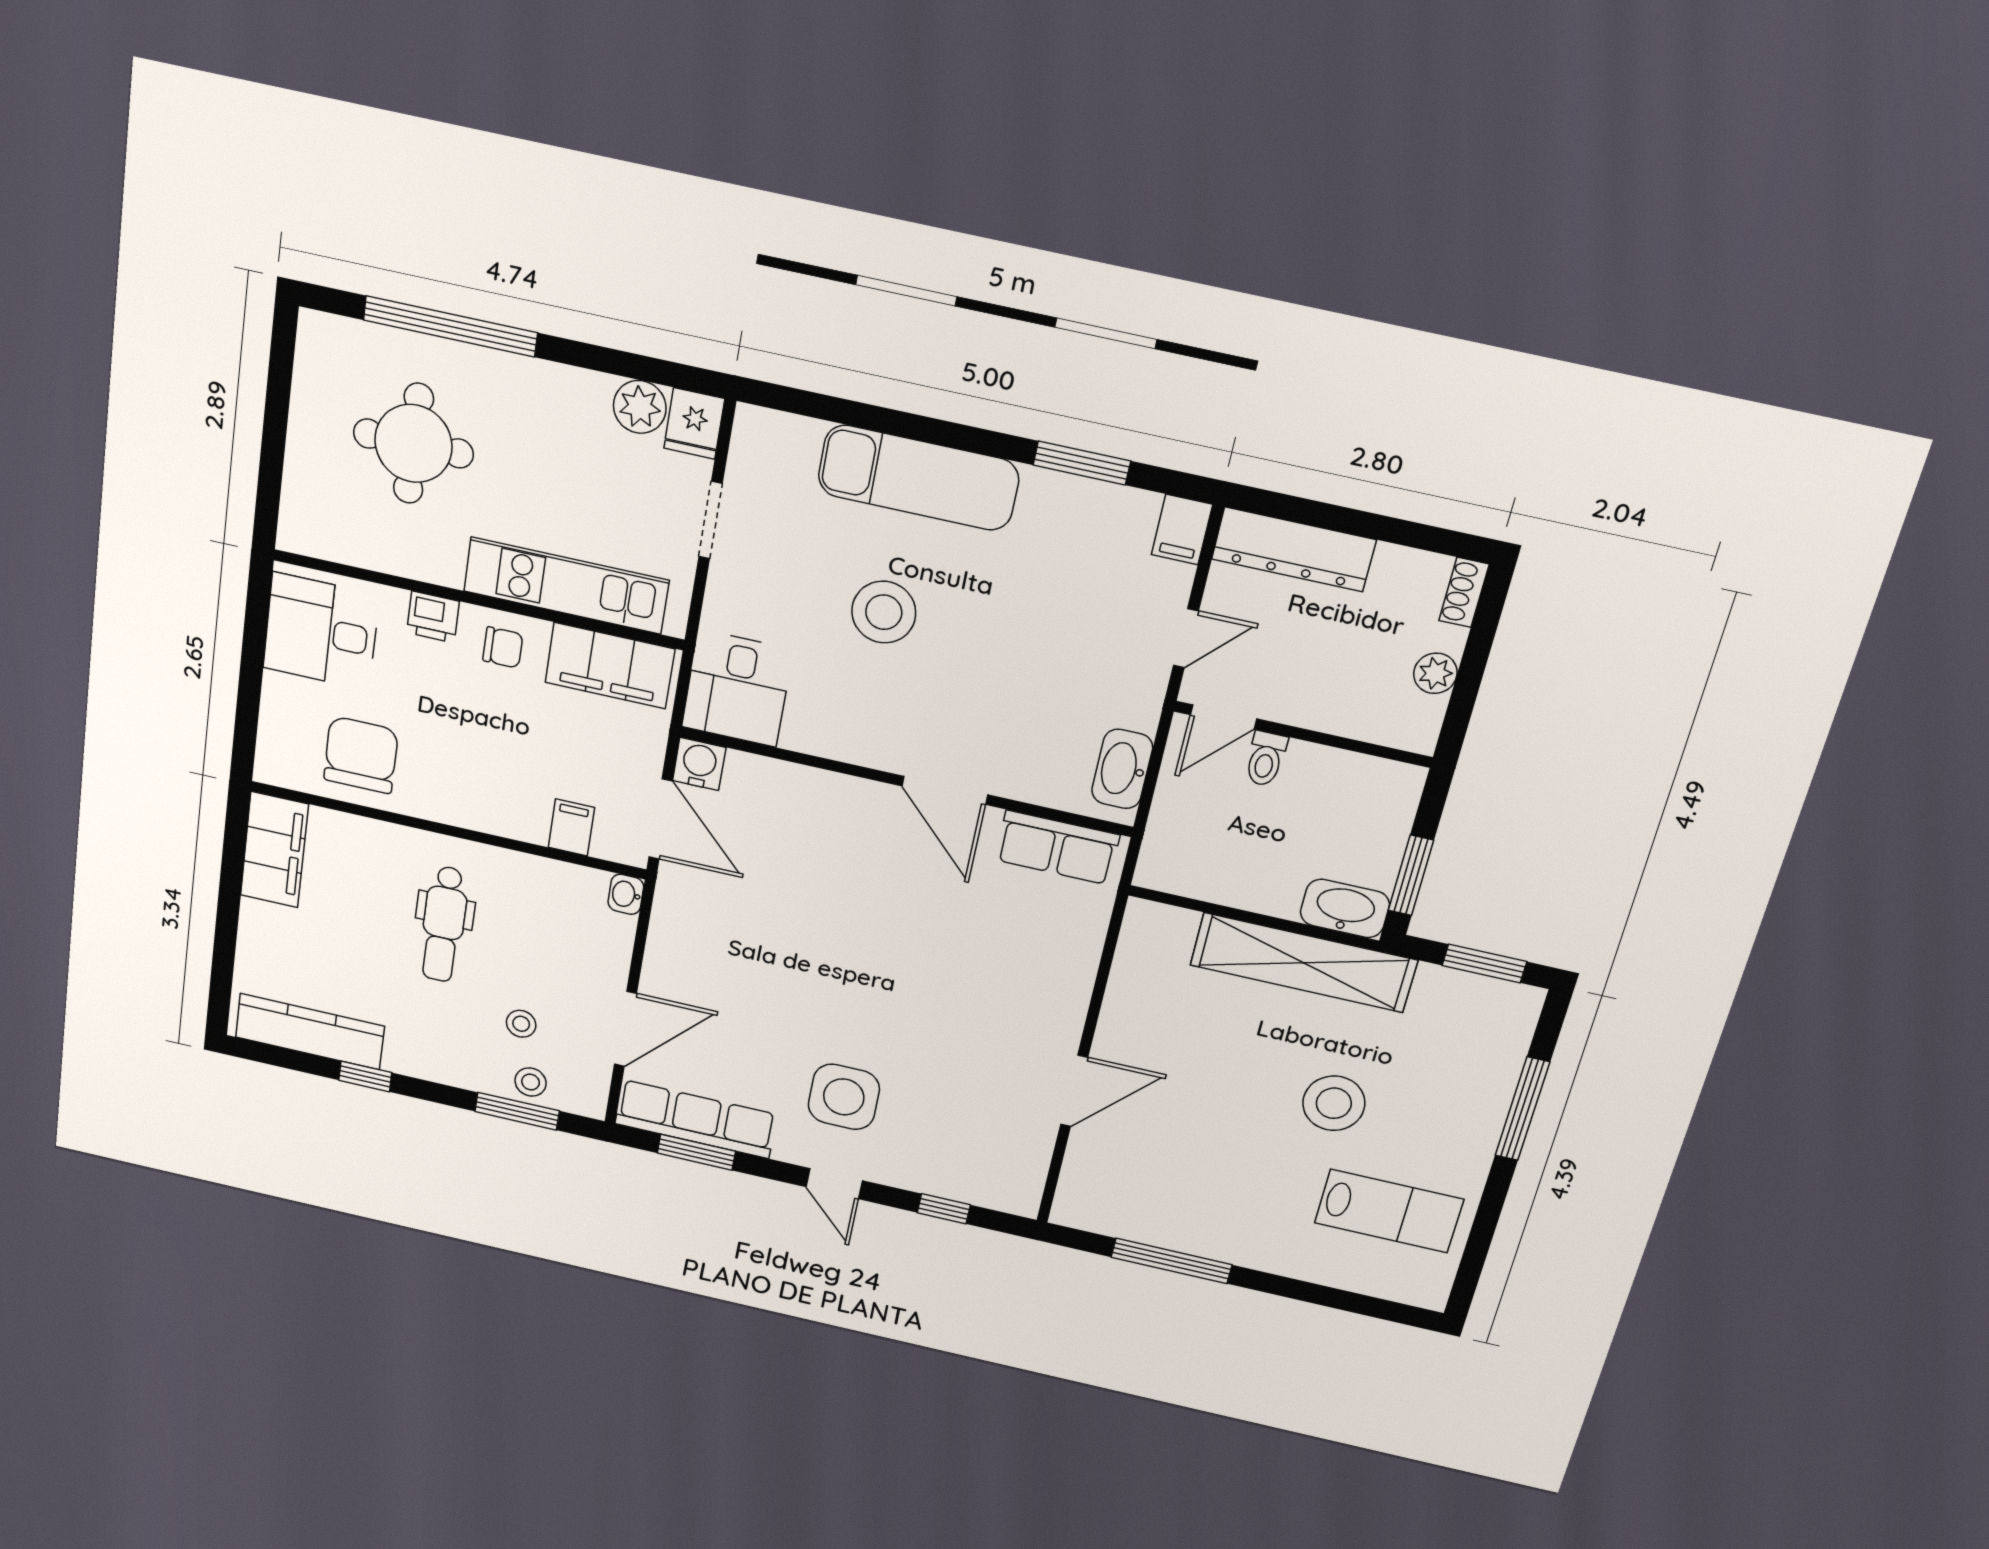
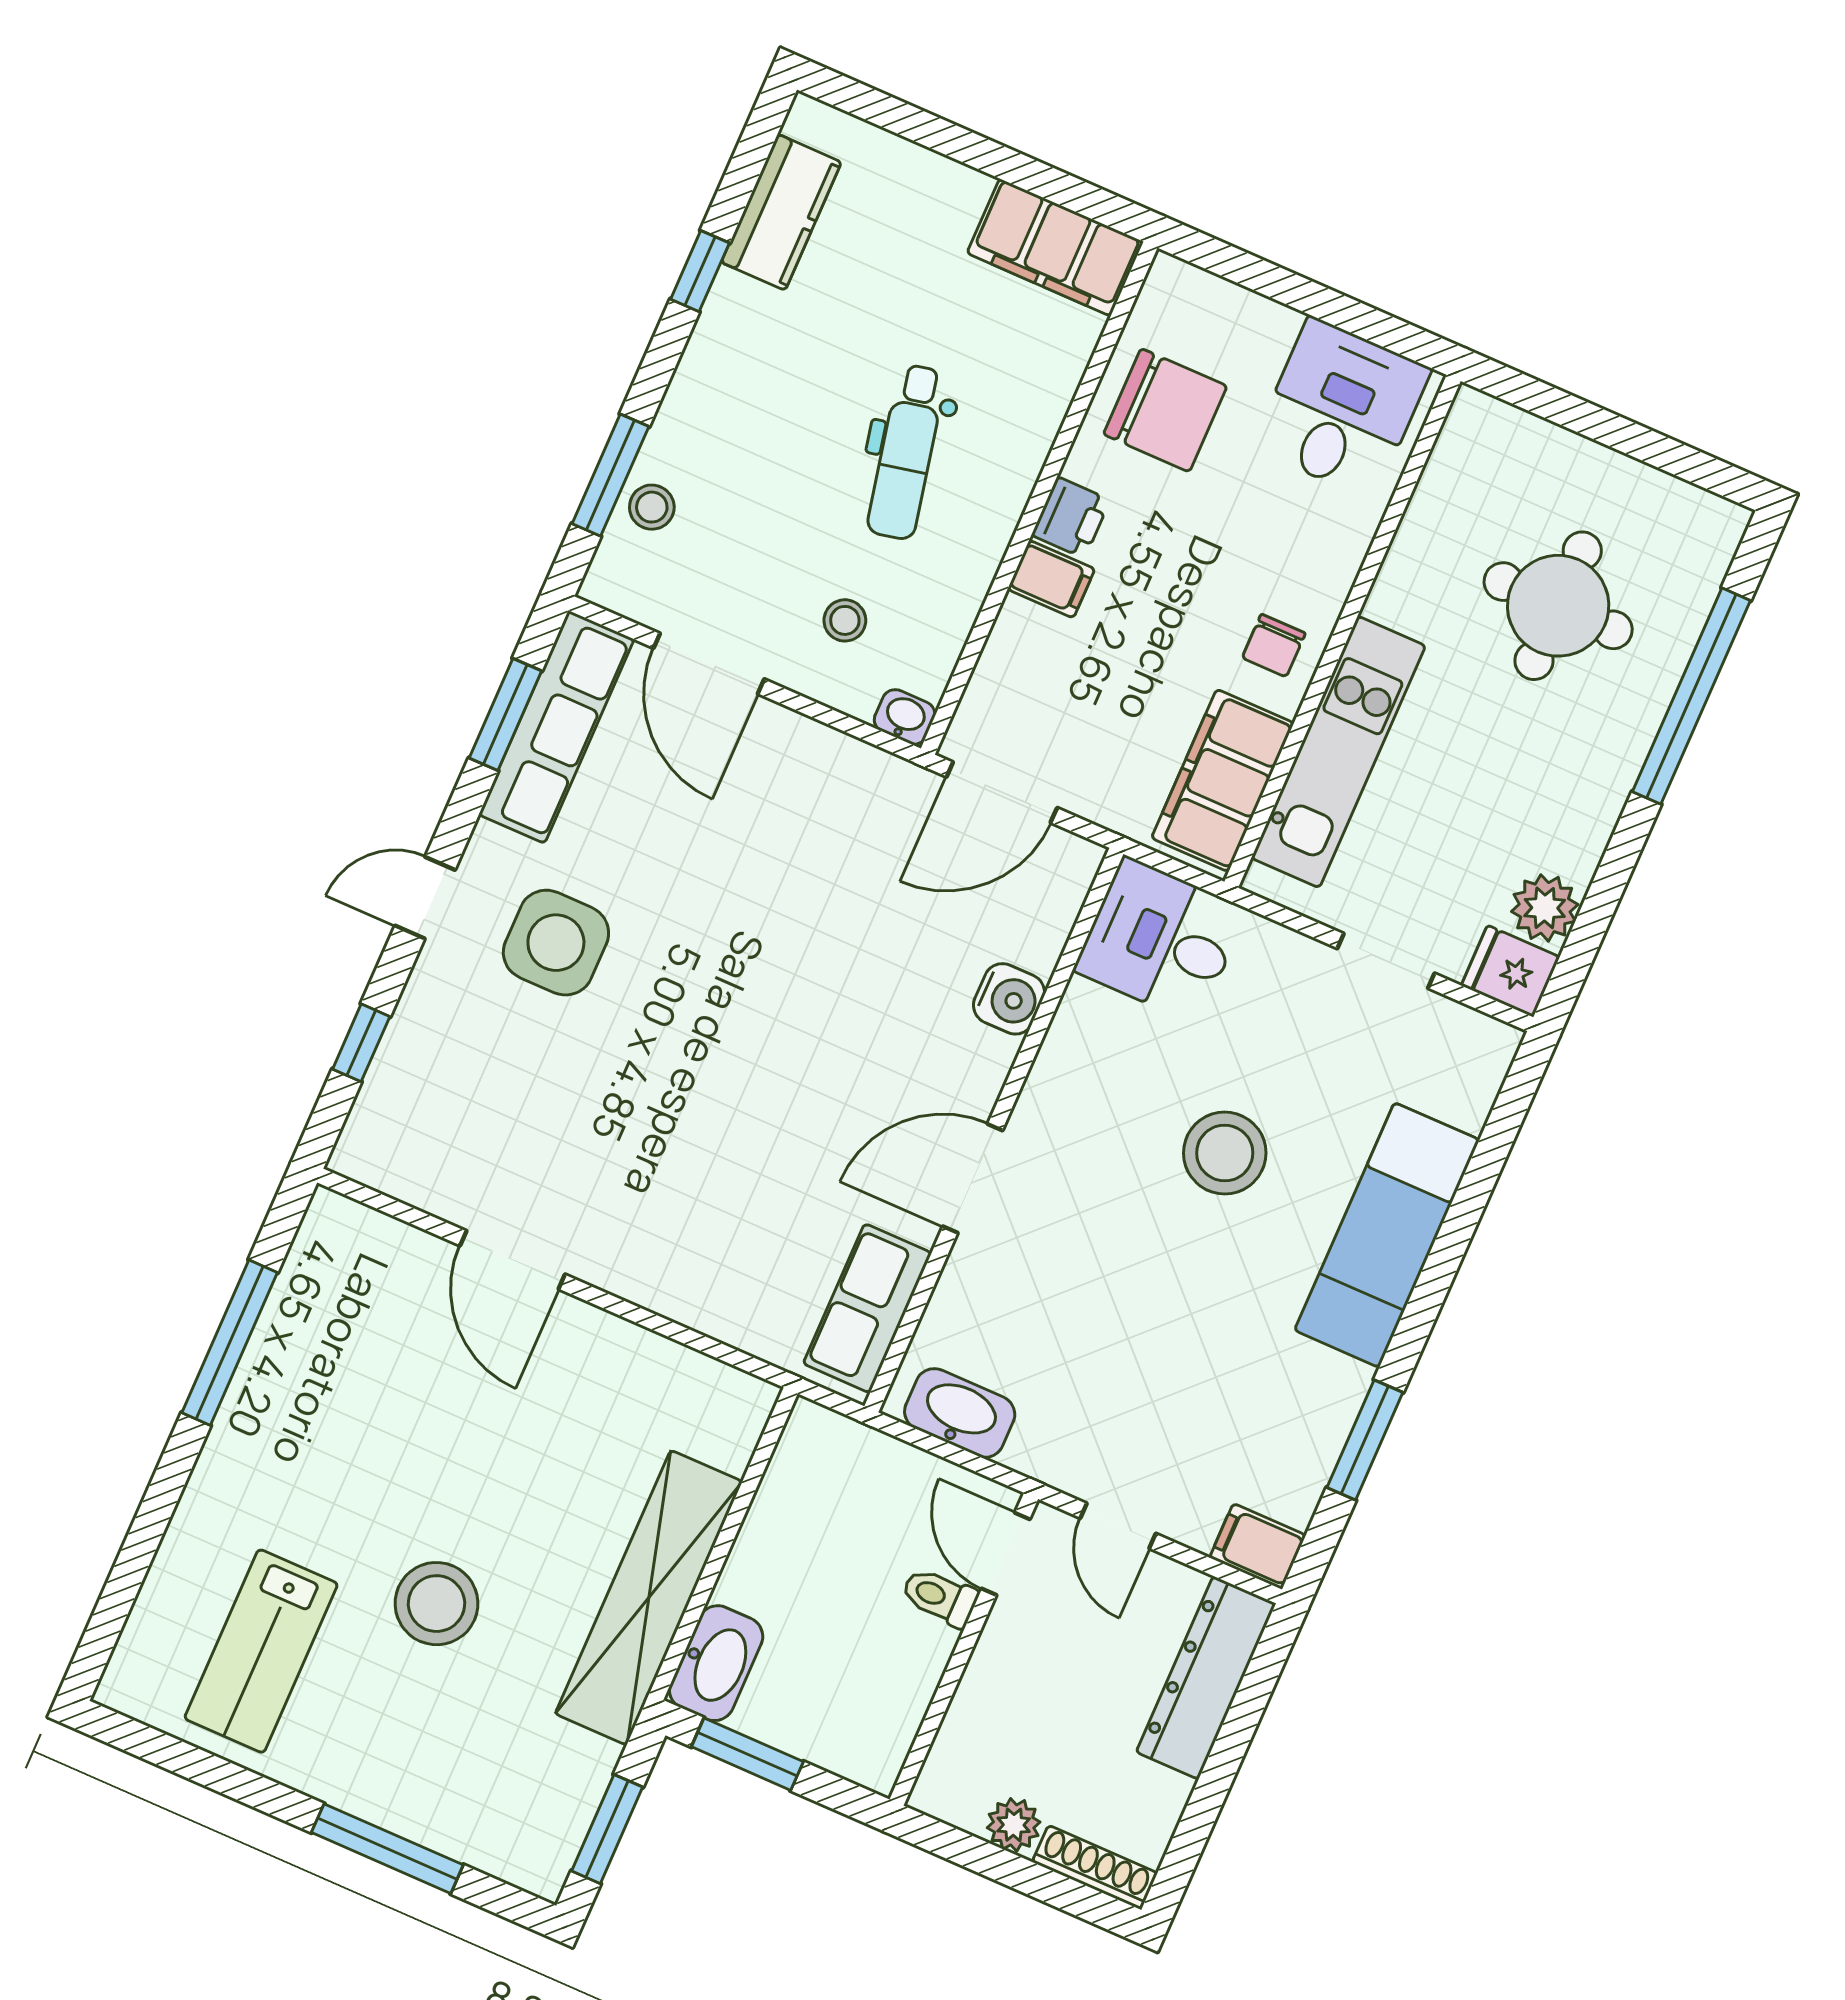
shoe rack: (1464, 592) -> (1095, 1867), width x1.43
printer: (433, 617) -> (1071, 518), moved, turned 180
water cooler: (699, 764) -> (1009, 999), moved
filing cabinet: (571, 828) -> (1051, 579), moved
dental chair: (444, 924) -> (906, 452), turned -102
stool: (521, 1024) -> (845, 620), moved
kitchen counter: (310, 1032) -> (781, 212), width x0.67

